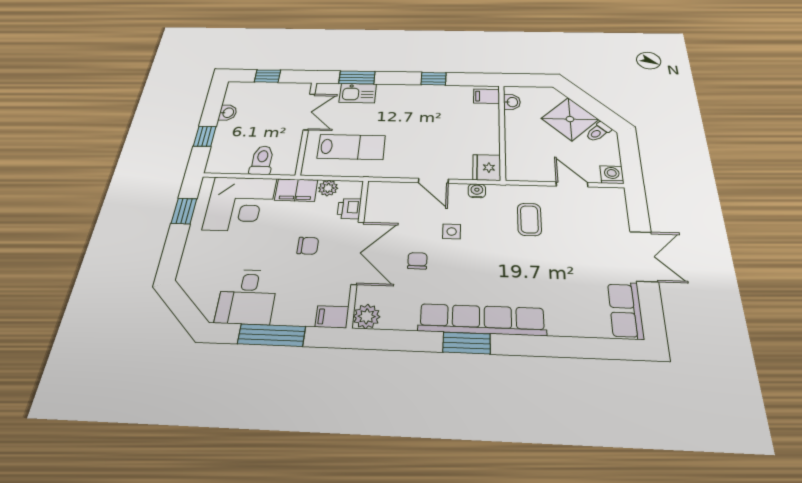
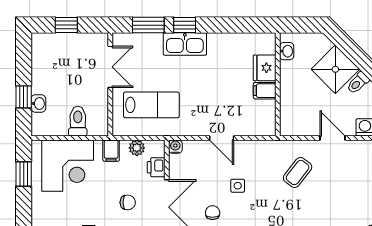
window: (434, 79) -> (185, 25), moved
kitchen sink: (358, 93) -> (185, 44), moved, width x1.38
filing cabinet: (487, 96) -> (265, 91), moved
washbasin: (228, 113) -> (38, 104), moved
fridge: (487, 167) -> (265, 68), moved
filing cabinet: (296, 190) -> (111, 151), width x0.50
water cooler: (477, 191) -> (175, 147), moved
coffee table: (529, 219) -> (298, 172), turned 38

